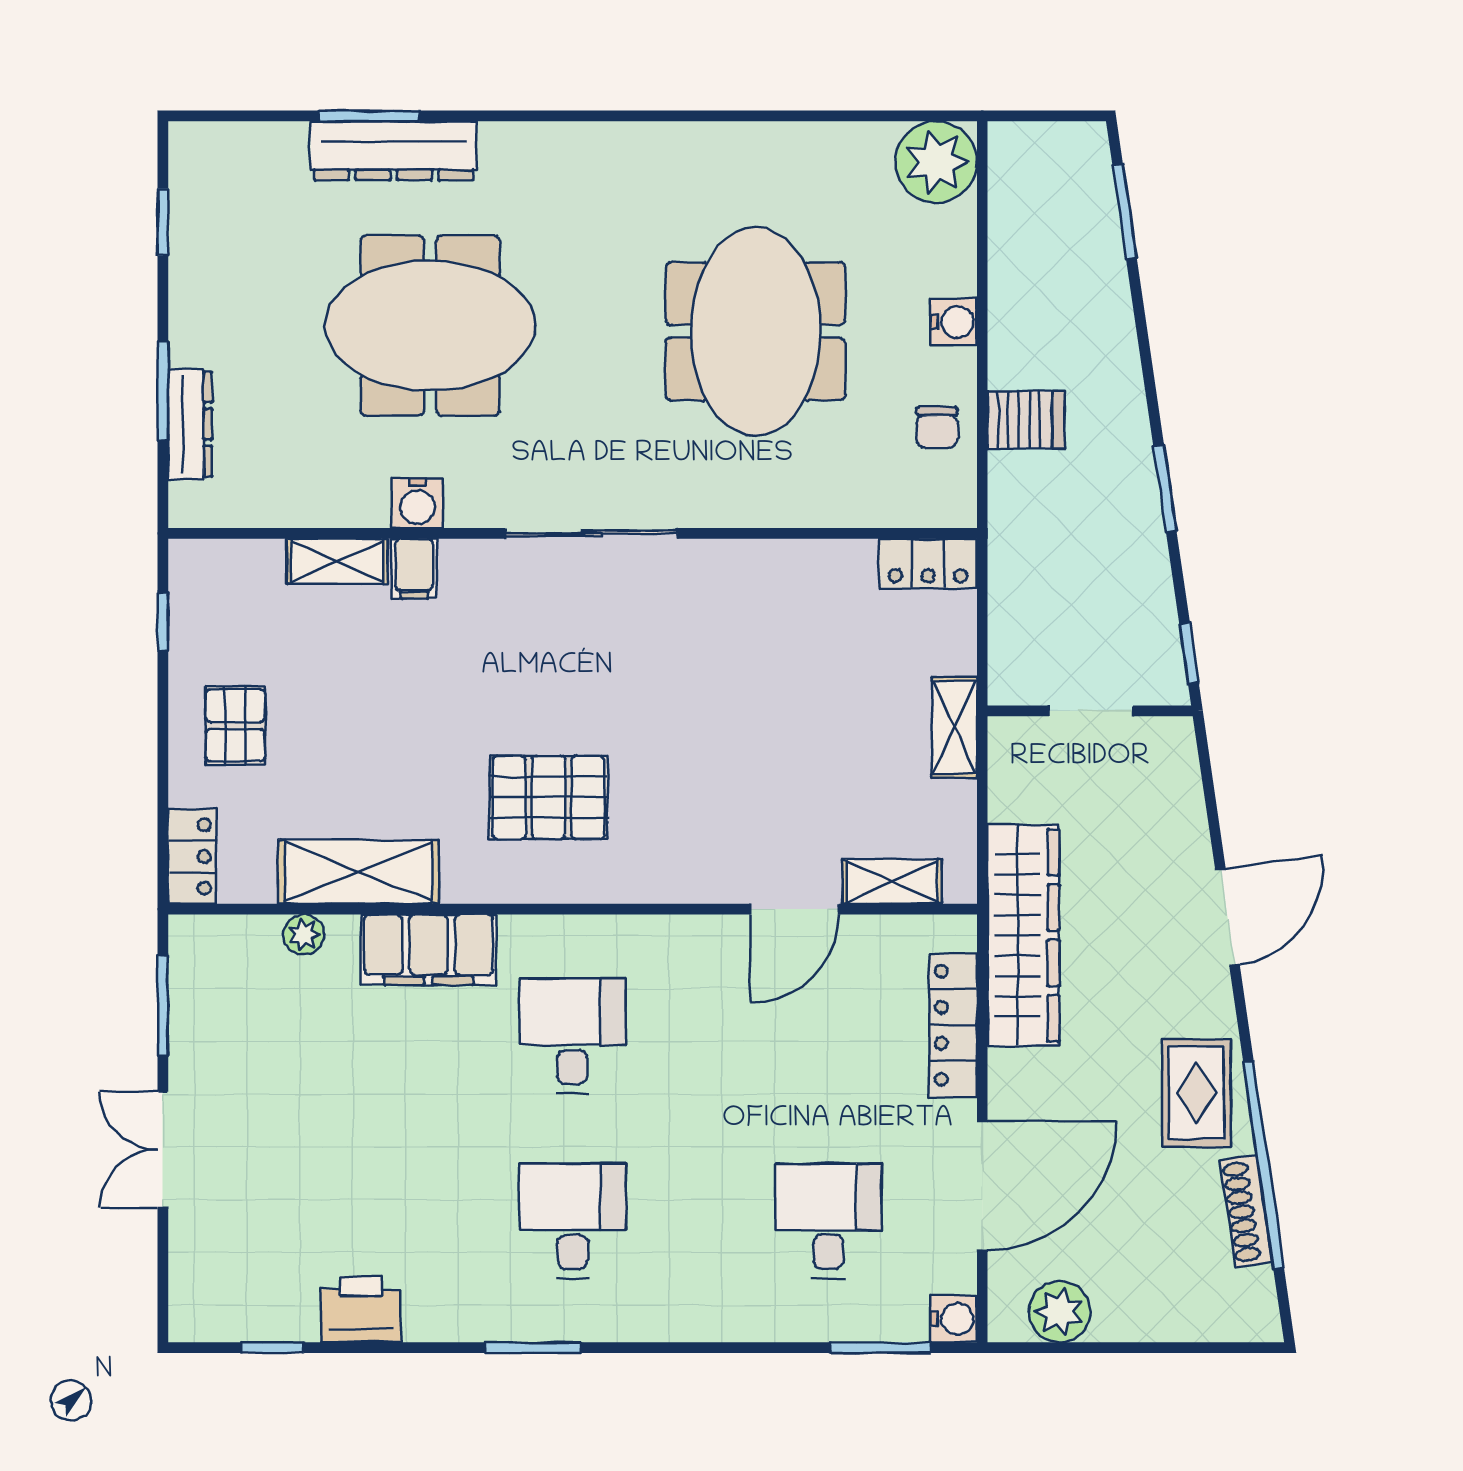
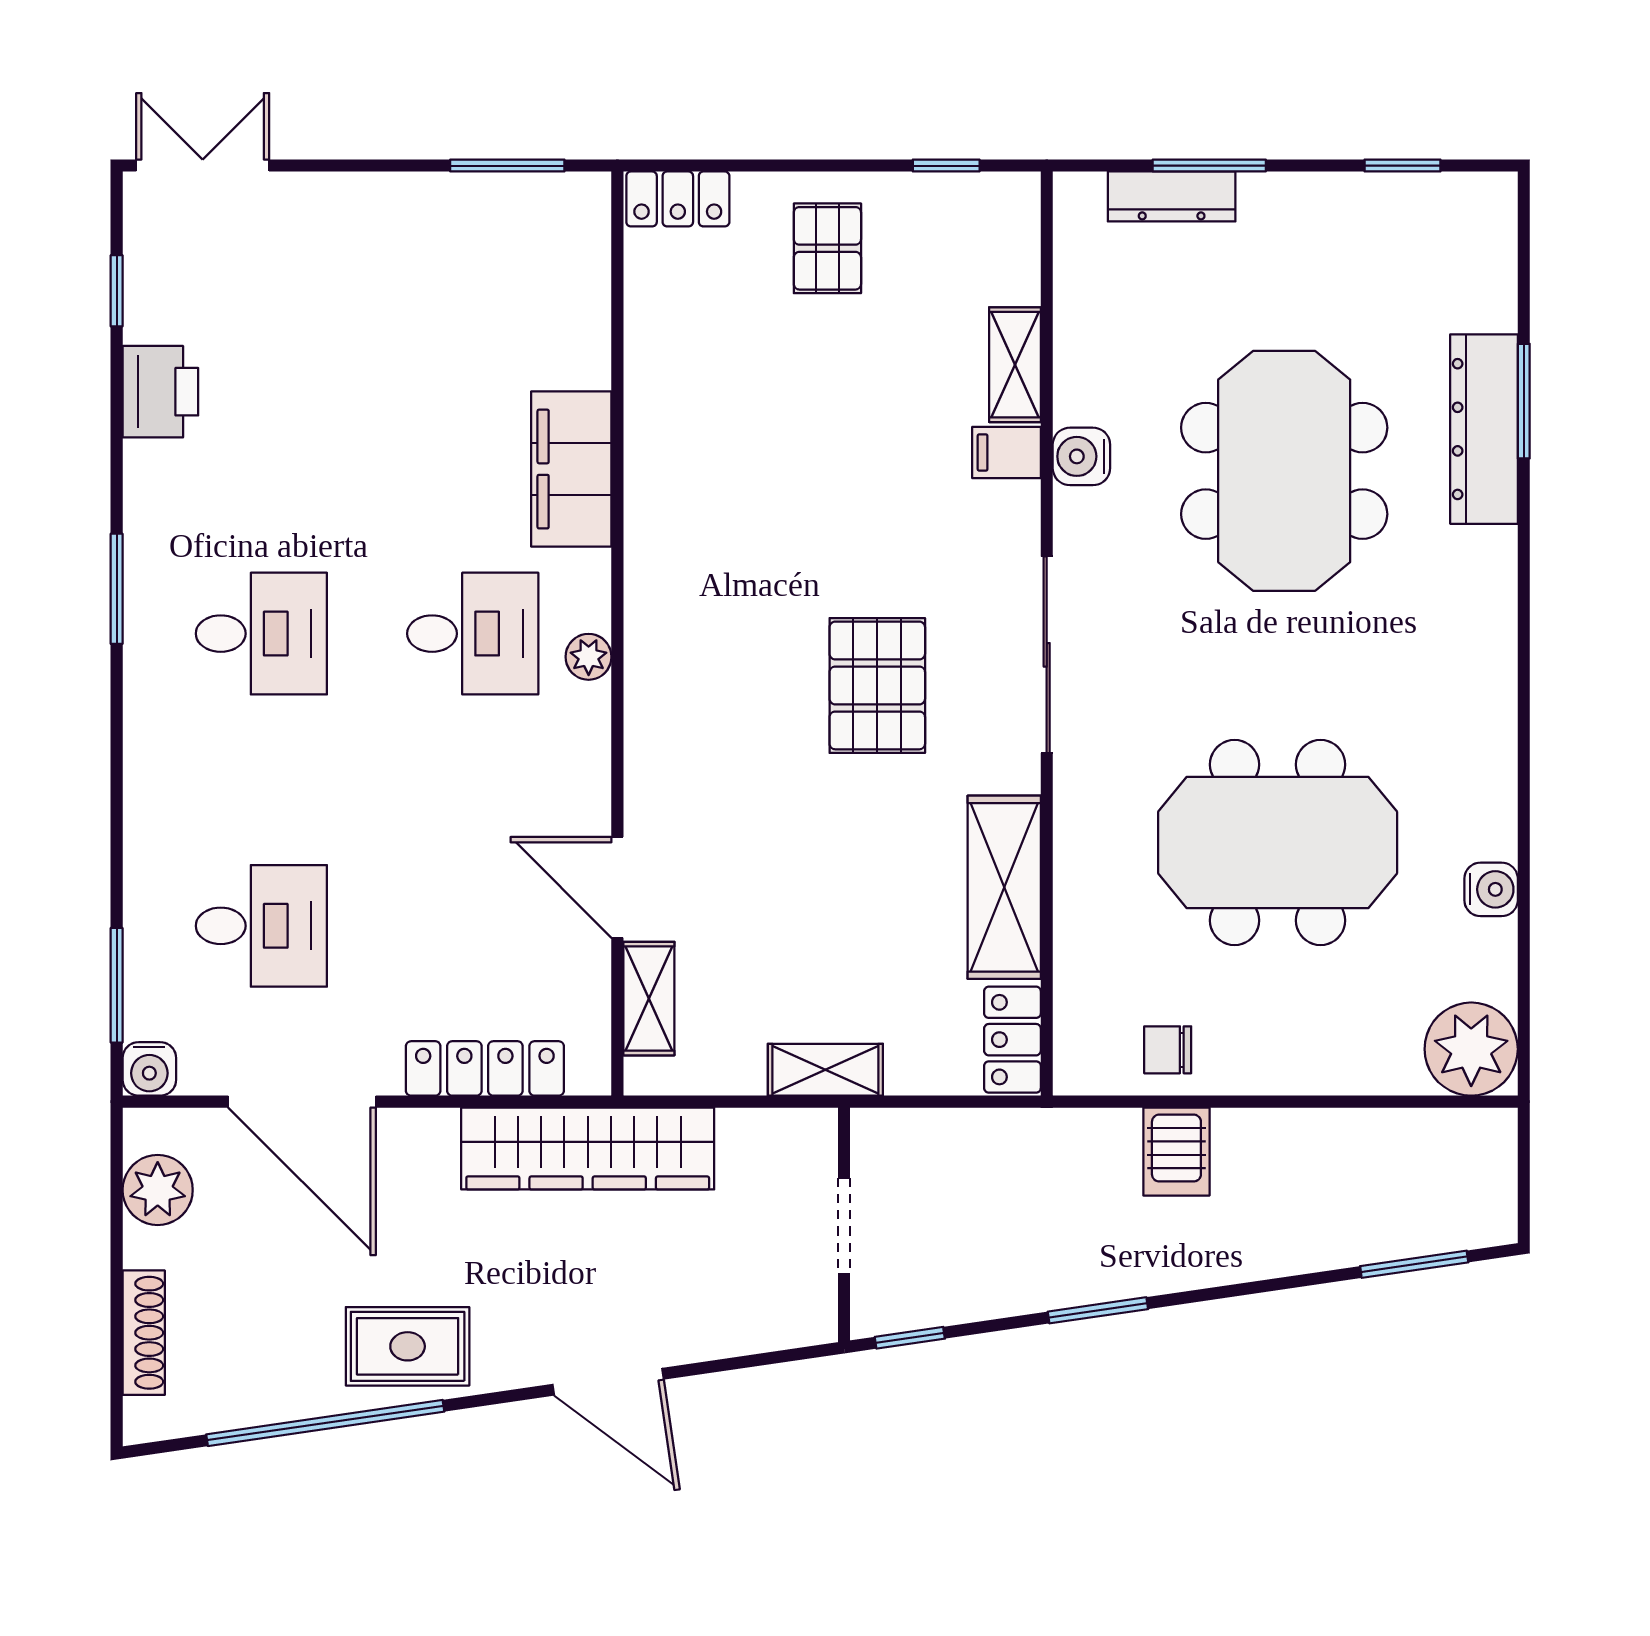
water cooler: (954, 322) -> (1491, 889), moved, turned -90
pallet: (235, 725) -> (827, 248), turned 90
pallet: (548, 797) -> (877, 685), moved
shelving: (359, 872) -> (1004, 887), moved
plant: (304, 935) -> (589, 657), moved
double door: (163, 1150) -> (203, 166), moved
shoe rack: (1246, 1211) -> (144, 1333), moved, turned 98

